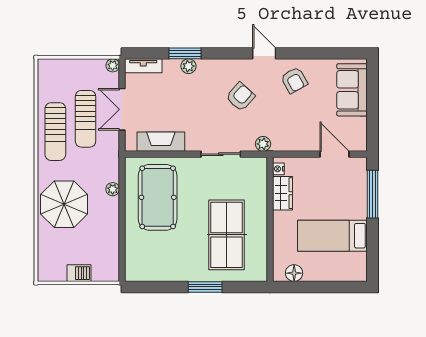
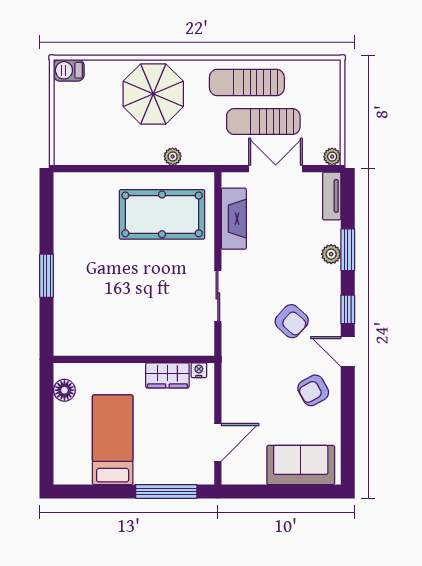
window: (231, 53) -> (348, 309), added
door: (264, 53) -> (348, 352), swing flipped
plant: (263, 144) -> (231, 350), removed
table tennis table: (227, 235) -> (114, 303), removed
barbecue: (79, 273) -> (69, 70), moved, turned 90

